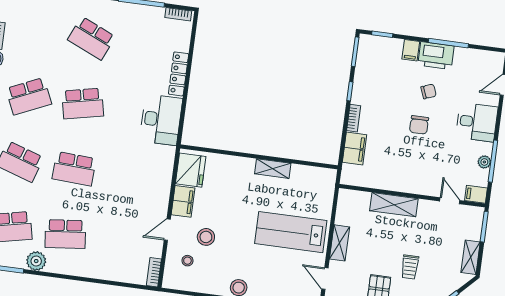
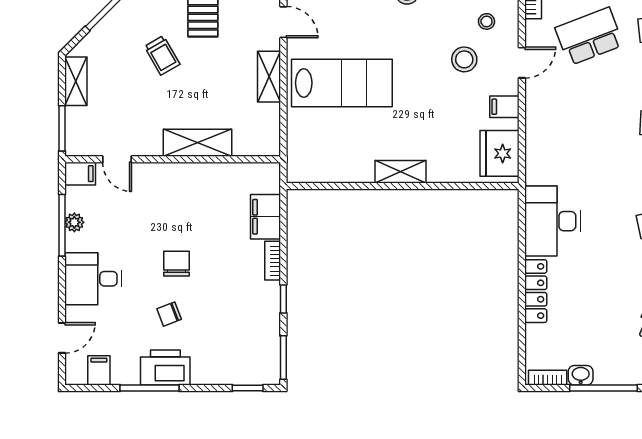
washbasin: (156, 13) -> (581, 375), added
filing cabinet: (411, 50) -> (99, 370), moved
shelving: (273, 169) -> (400, 172), moved
filing cabinet: (183, 201) -> (504, 107), width x0.50
school desk: (119, 241) -> (589, 36), added
trolley: (410, 267) -> (162, 55), turned 150

